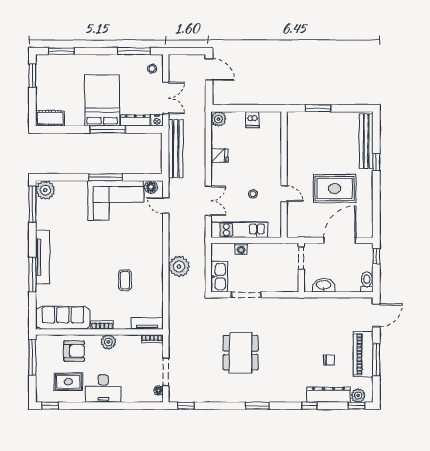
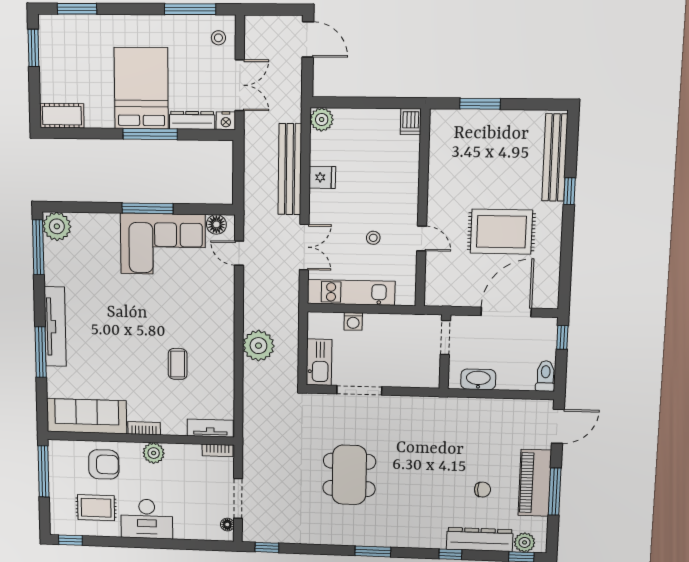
dishwasher: (252, 120) -> (411, 122), moved
bench: (176, 148) -> (290, 169), moved

